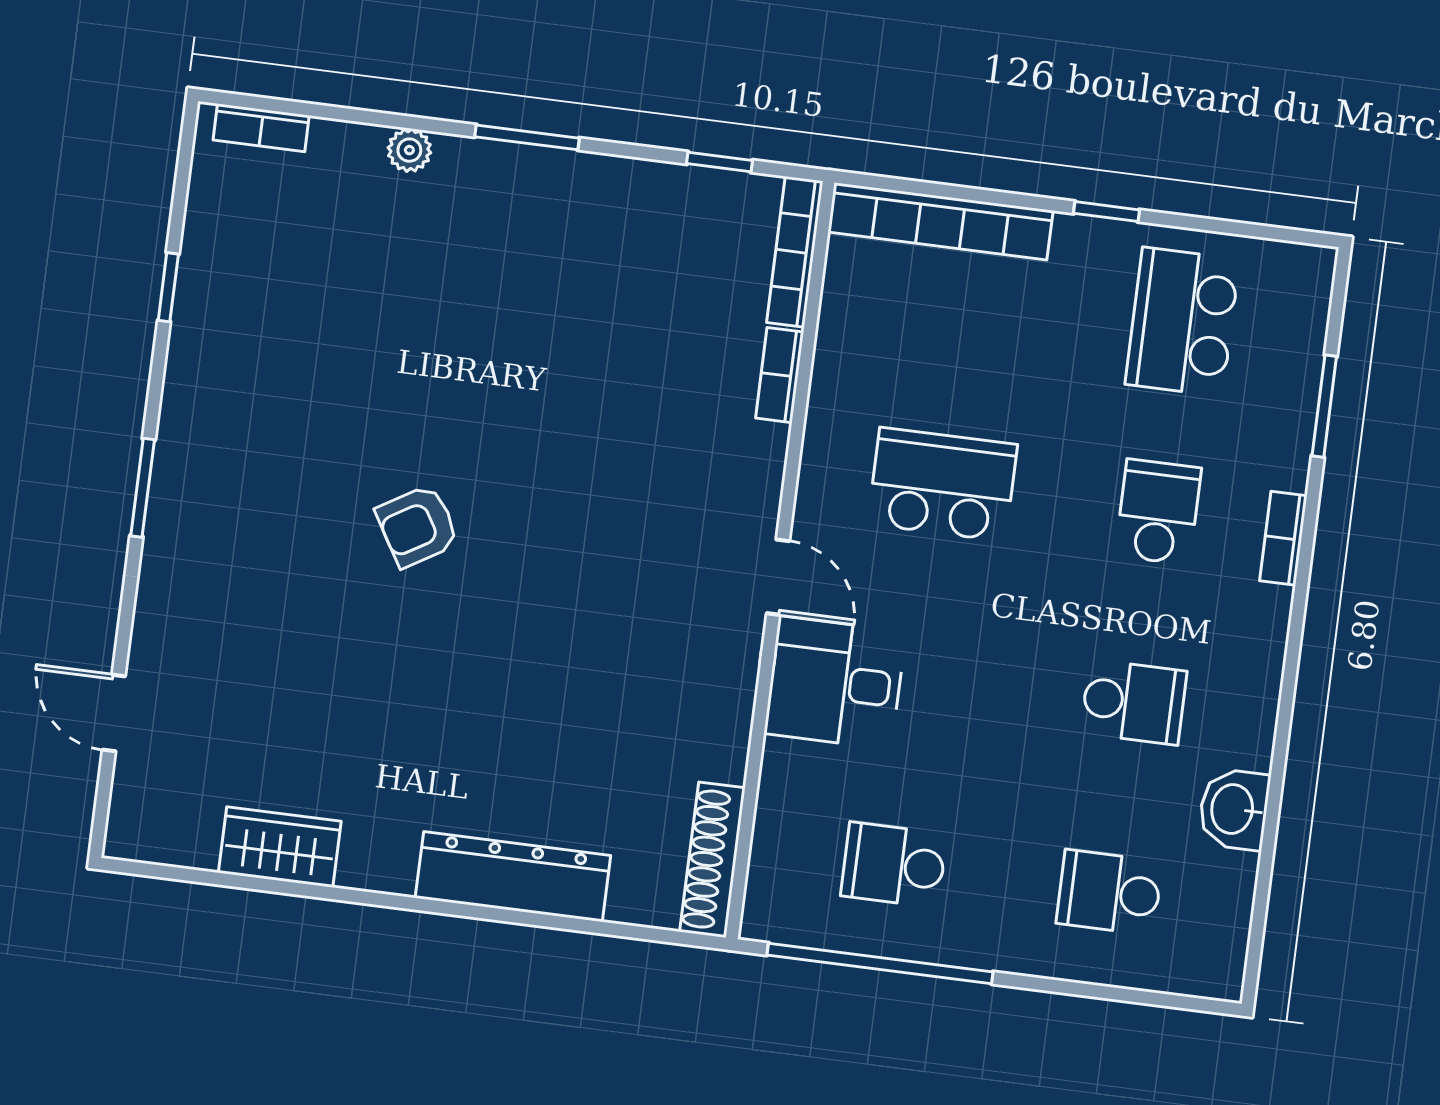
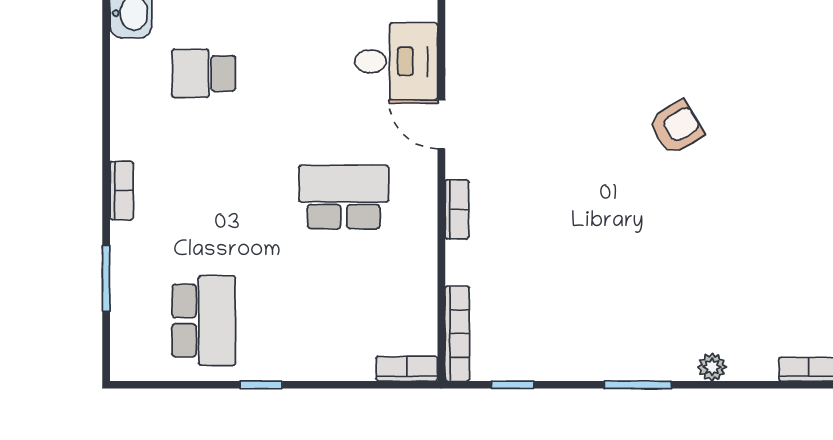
bookcase: (941, 221) -> (407, 369), width x0.43, depth x0.76
bookcase: (780, 375) -> (457, 209), moved
school desk: (943, 484) -> (344, 197), turned 180
school desk: (1158, 512) -> (204, 197), removed

